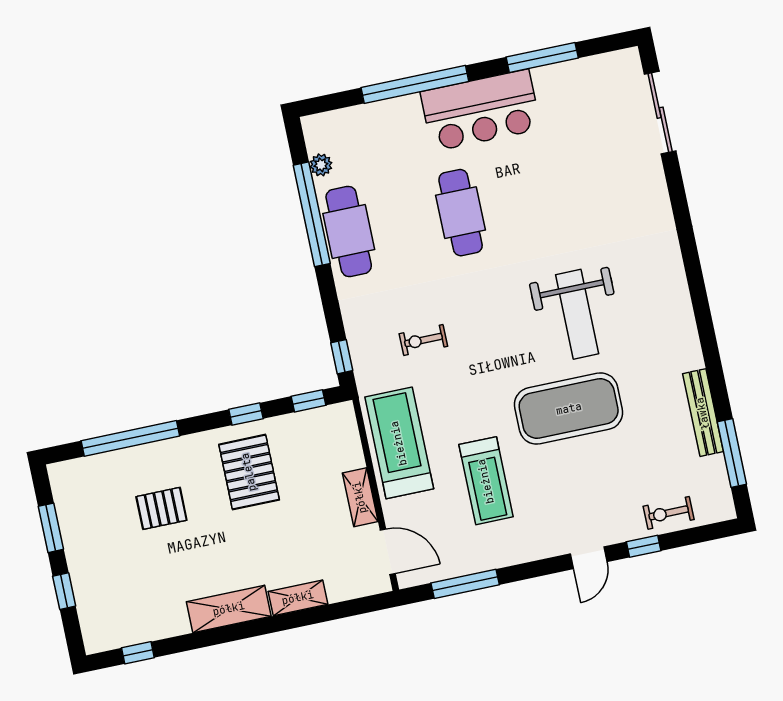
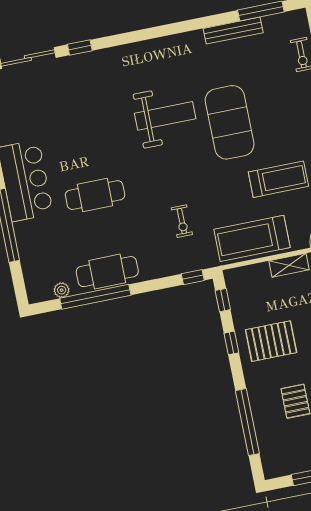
window: (676, 188) -> (80, 48), added

